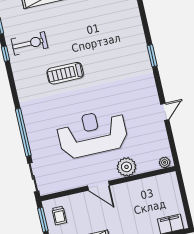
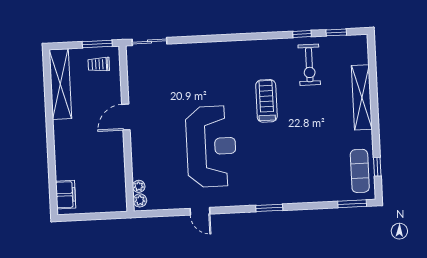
window: (23, 132) -> (205, 39), removed
reception desk: (92, 134) -> (211, 146), moved
plant: (127, 167) -> (139, 186), moved, width x0.53, depth x0.53

